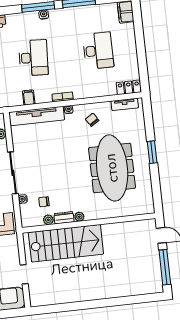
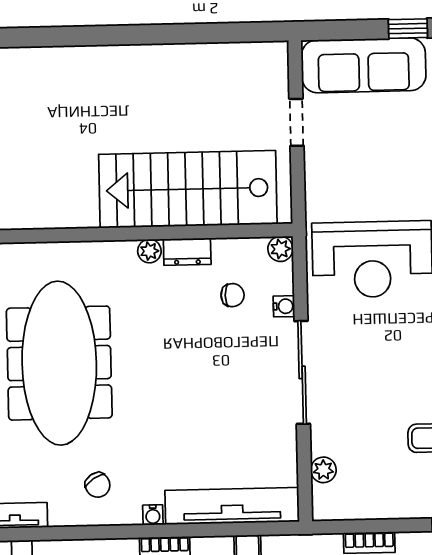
plant: (48, 220) -> (280, 249), moved

